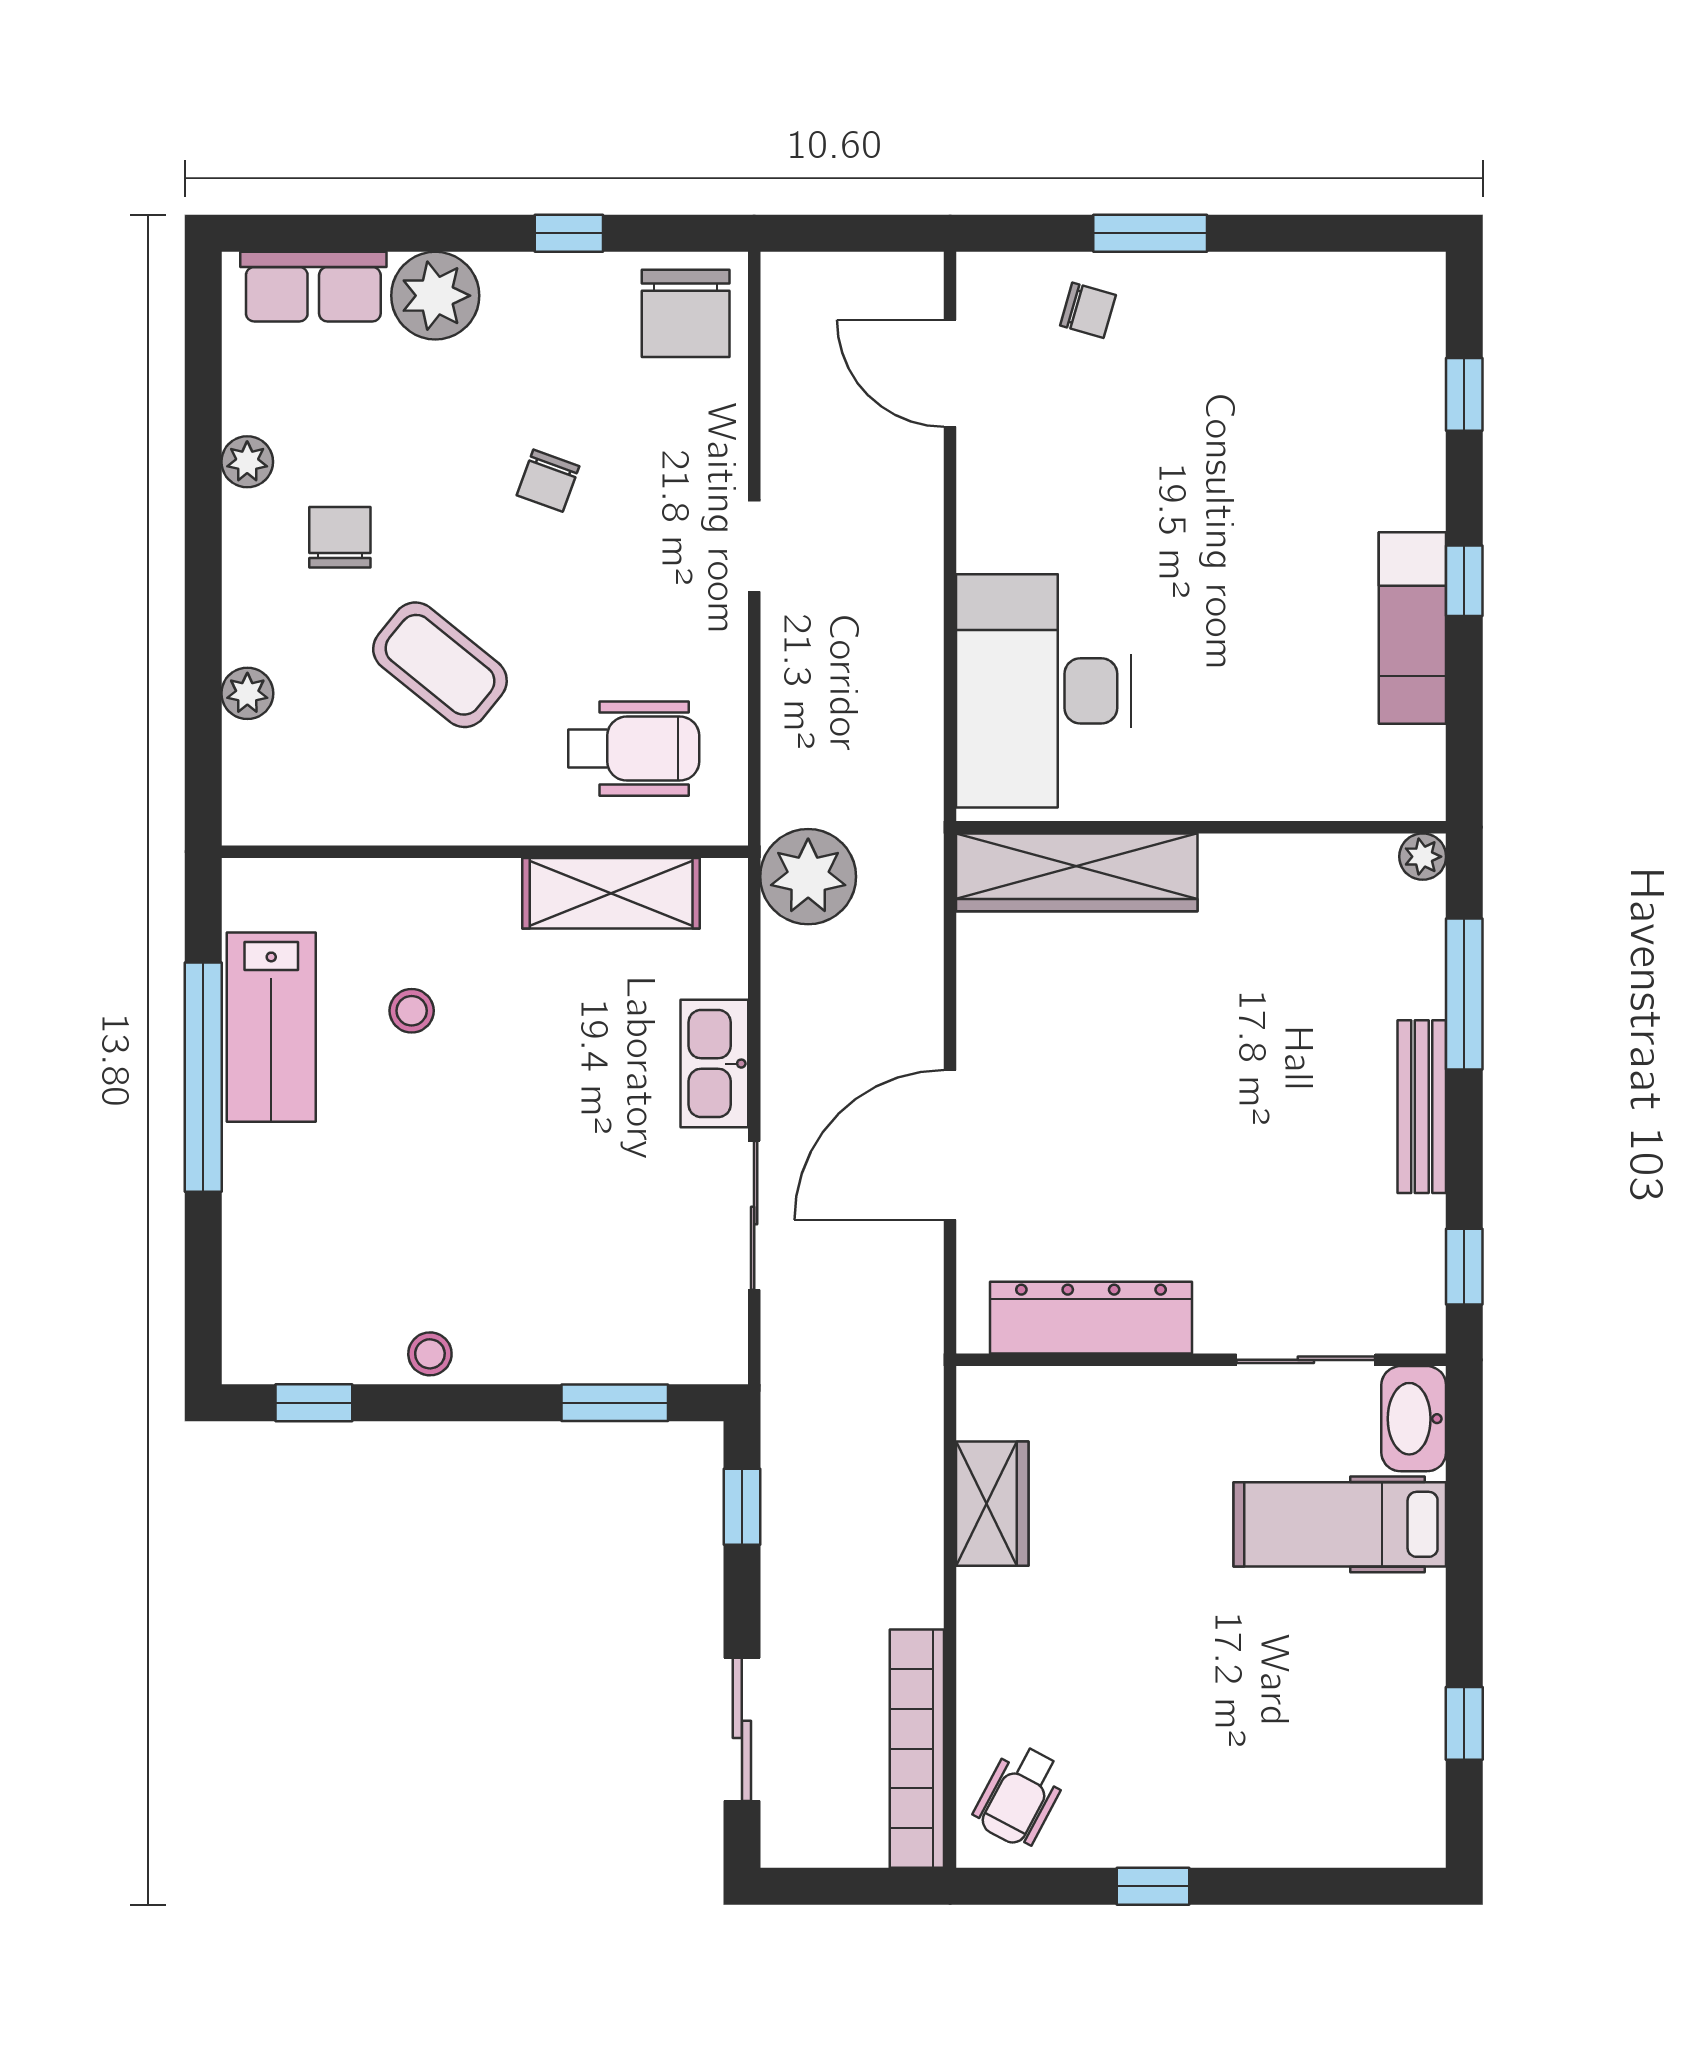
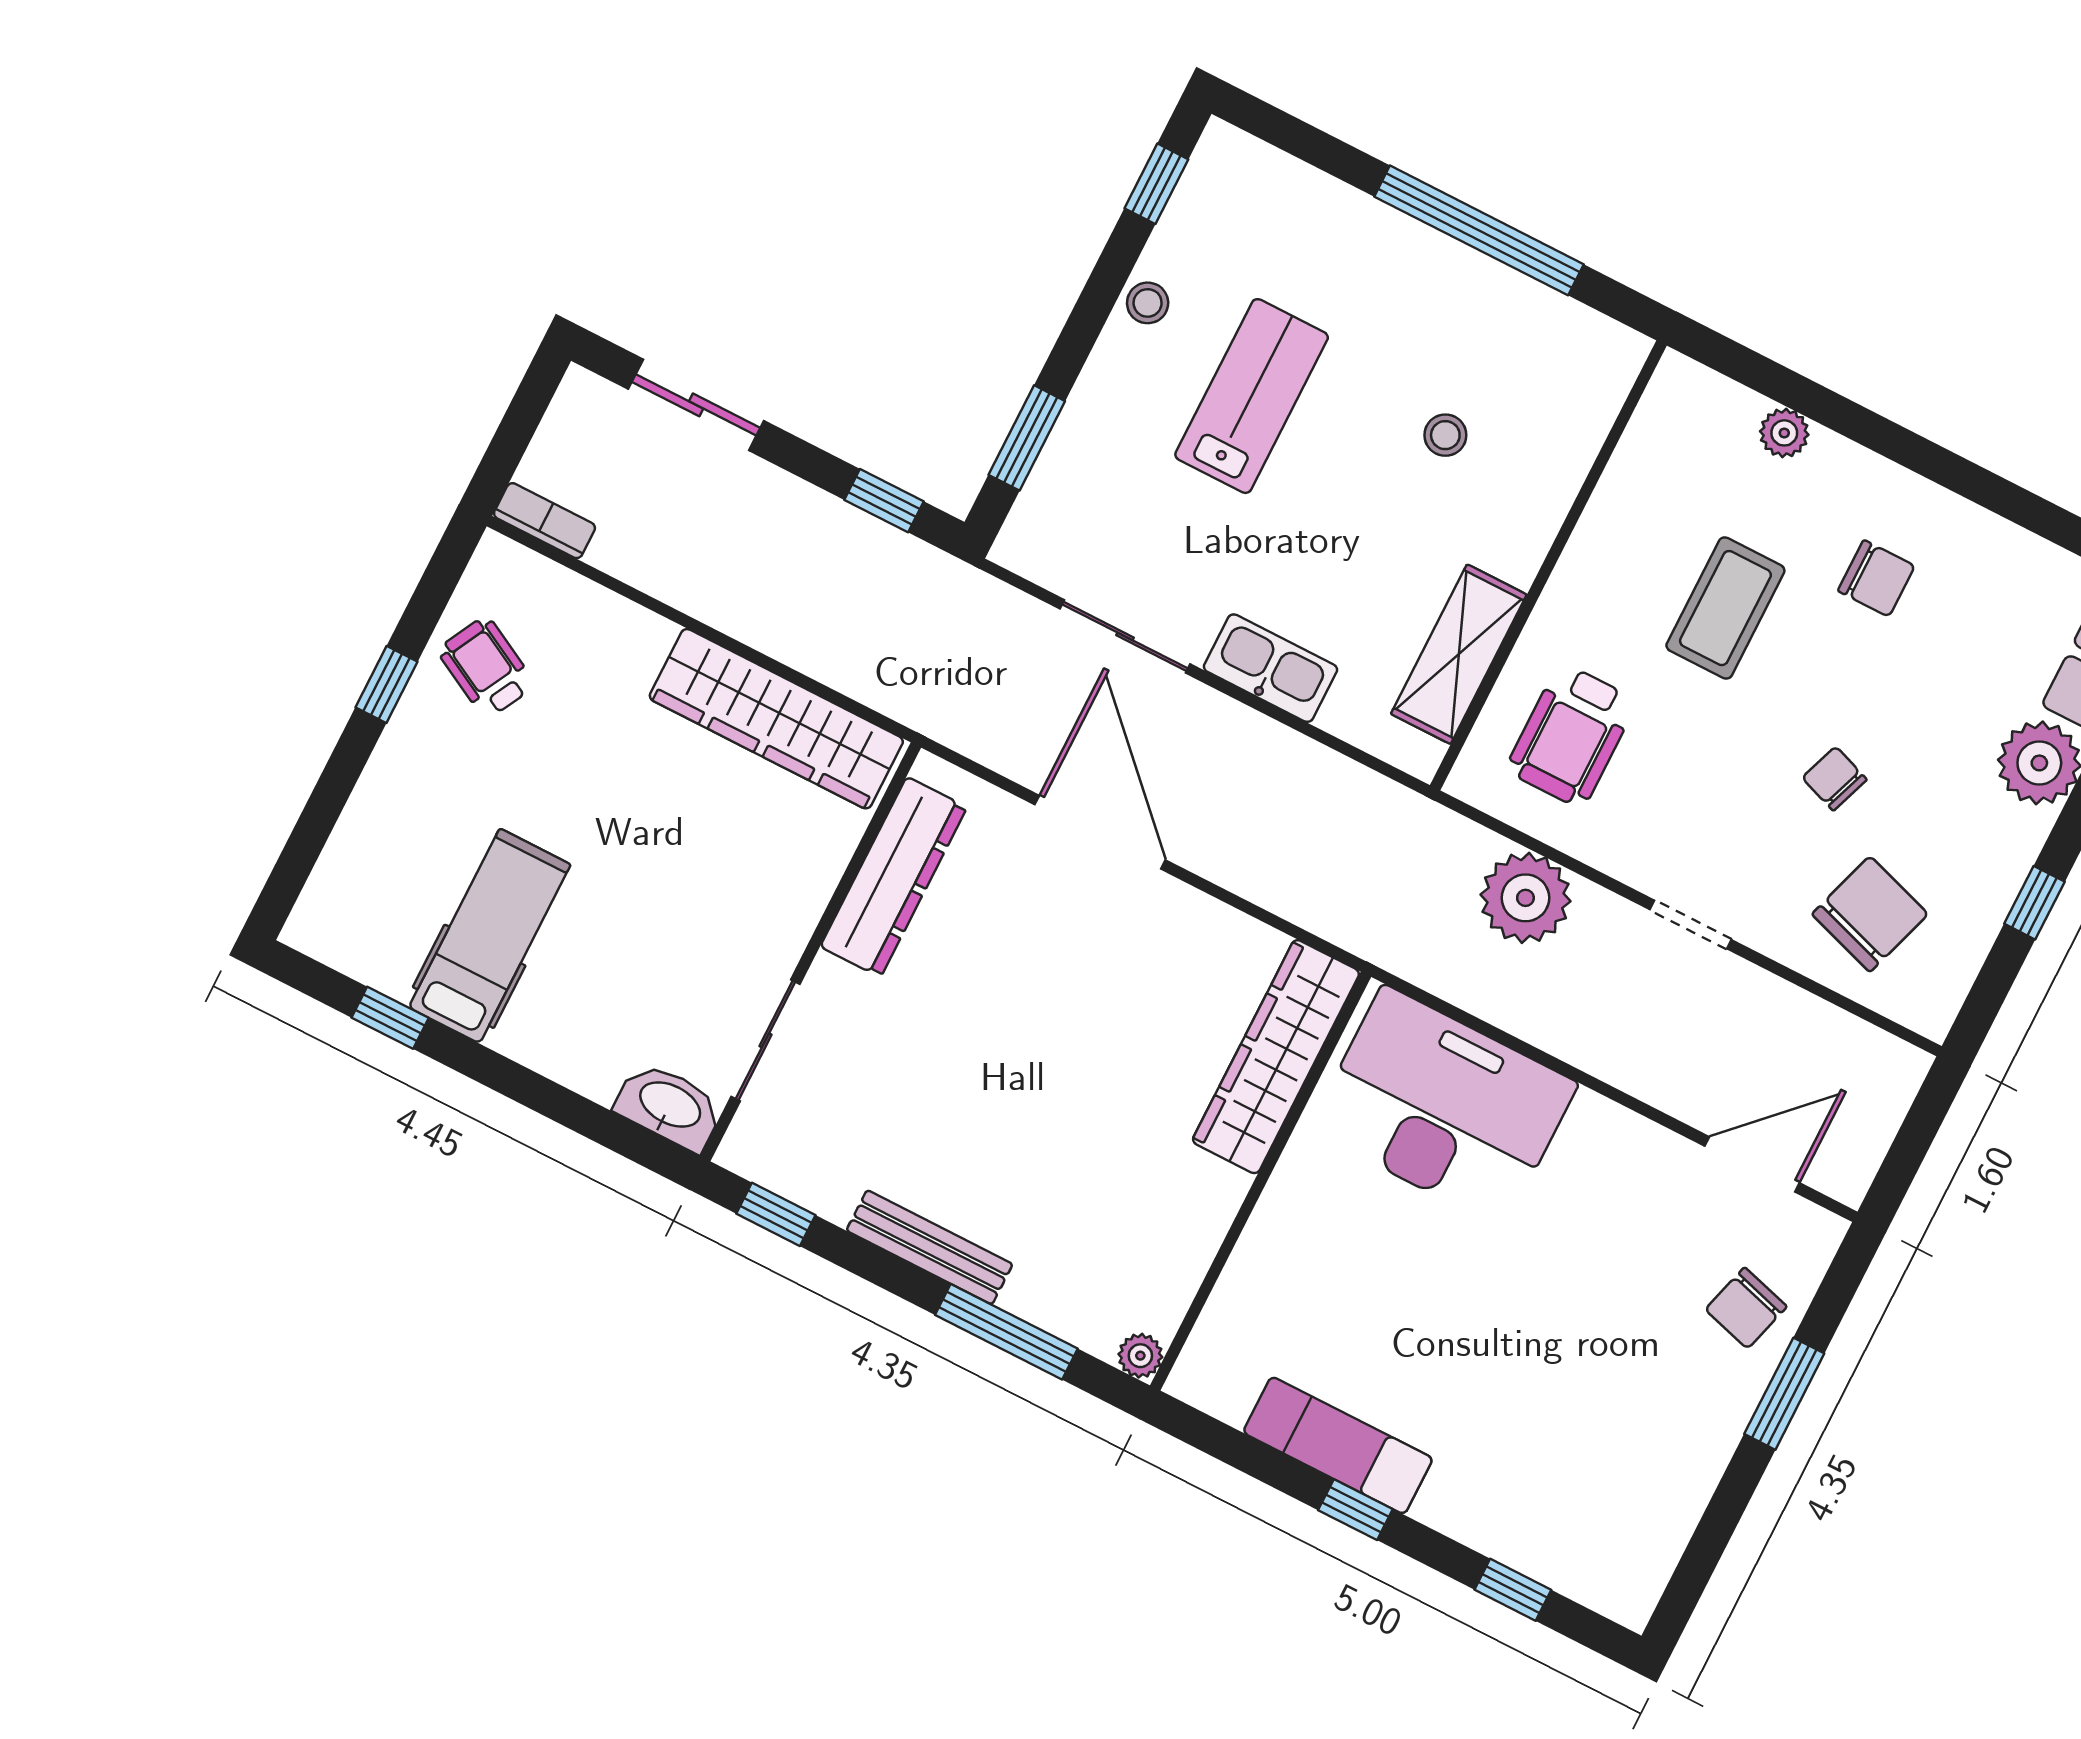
chair: (1088, 310) -> (1746, 1308), width x1.37, depth x1.37
chair: (686, 313) -> (1870, 914), moved, turned 108
plant: (247, 462) -> (1980, 533), removed
coffee table: (440, 665) -> (1725, 608), turned -39
plant: (808, 877) -> (1525, 898), moved
lab bench: (271, 1027) -> (1252, 396), moved, turned 90
wardrobe: (992, 1504) -> (776, 719), width x2.10, depth x1.17
hospital bed: (1340, 1524) -> (490, 936), moved
bookcase: (917, 1749) -> (544, 521), width x0.43, depth x0.76
wheelchair: (1020, 1796) -> (486, 667), moved

